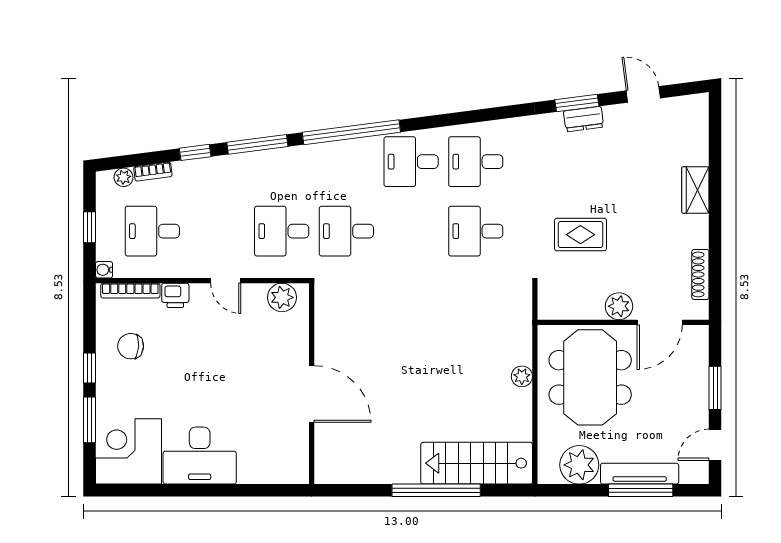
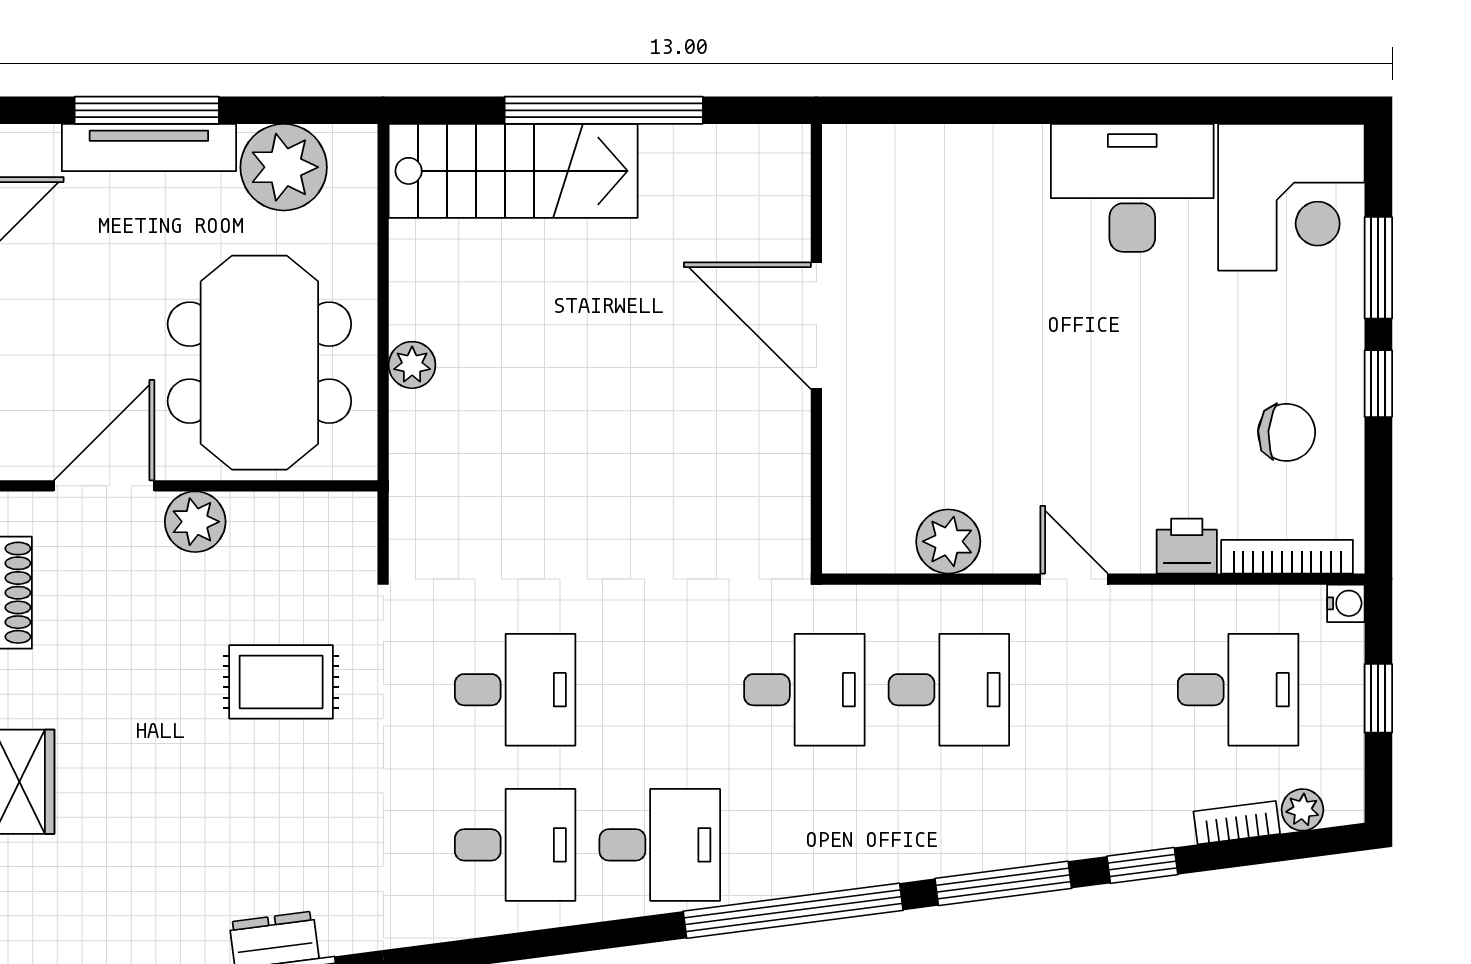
wall: (312, 384) -> (816, 349), moved
door: (312, 394) -> (816, 326), moved

